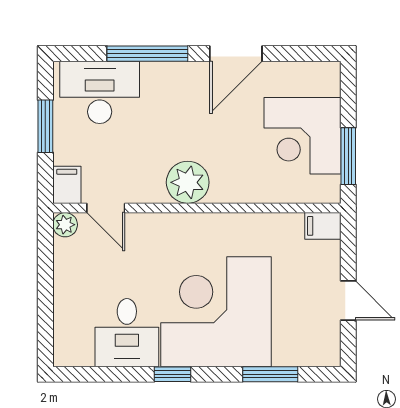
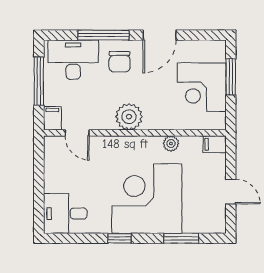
chair: (173, 96) -> (120, 62), added
window: (45, 126) -> (39, 81), width x1.44
window: (348, 156) -> (231, 77), moved
plant: (65, 225) -> (171, 144), moved
desk: (127, 333) -> (65, 214), moved, turned 90

